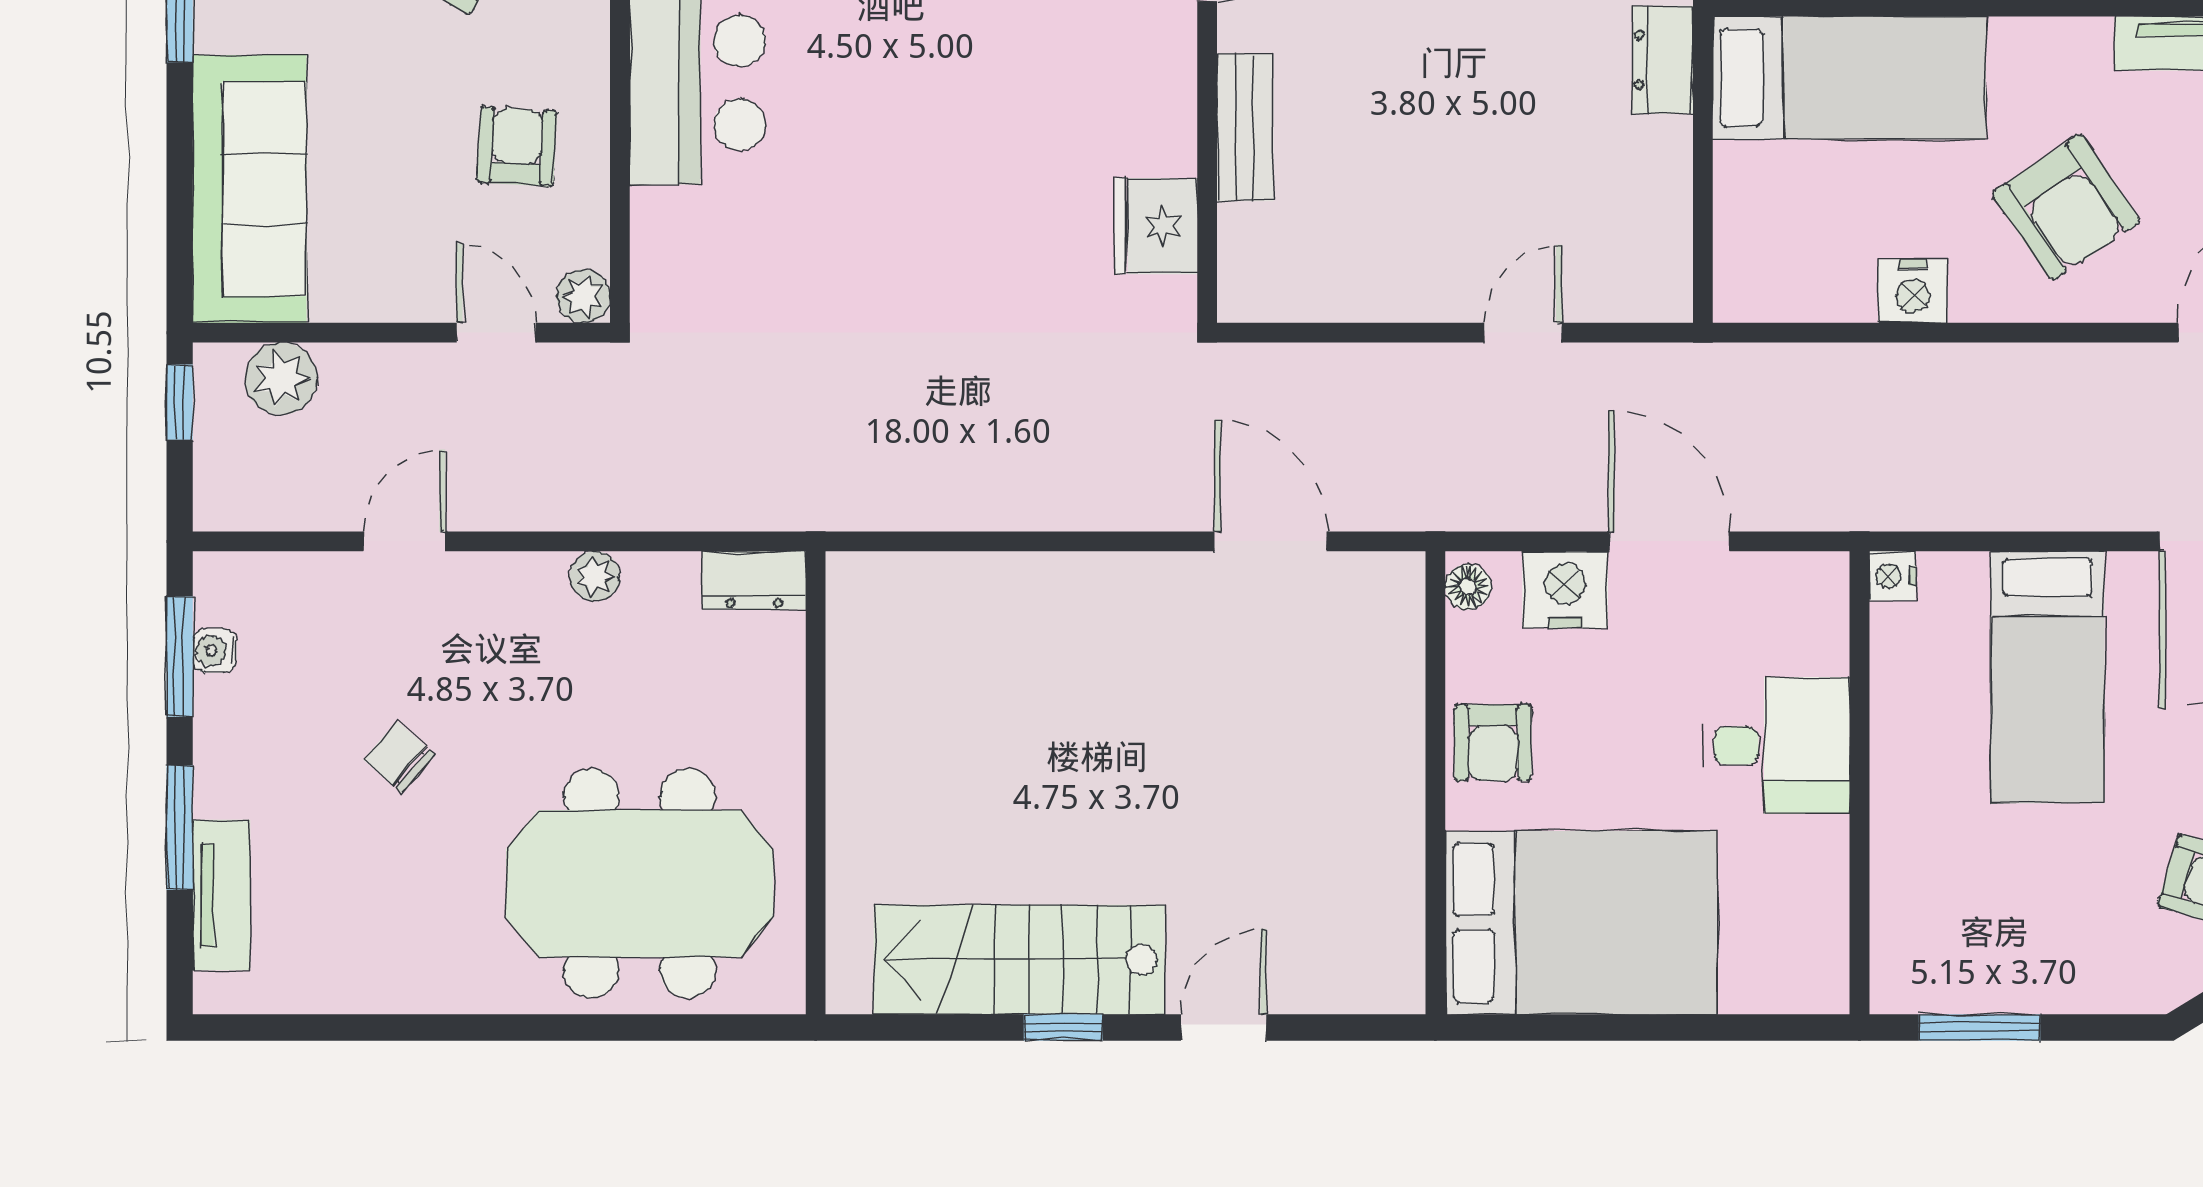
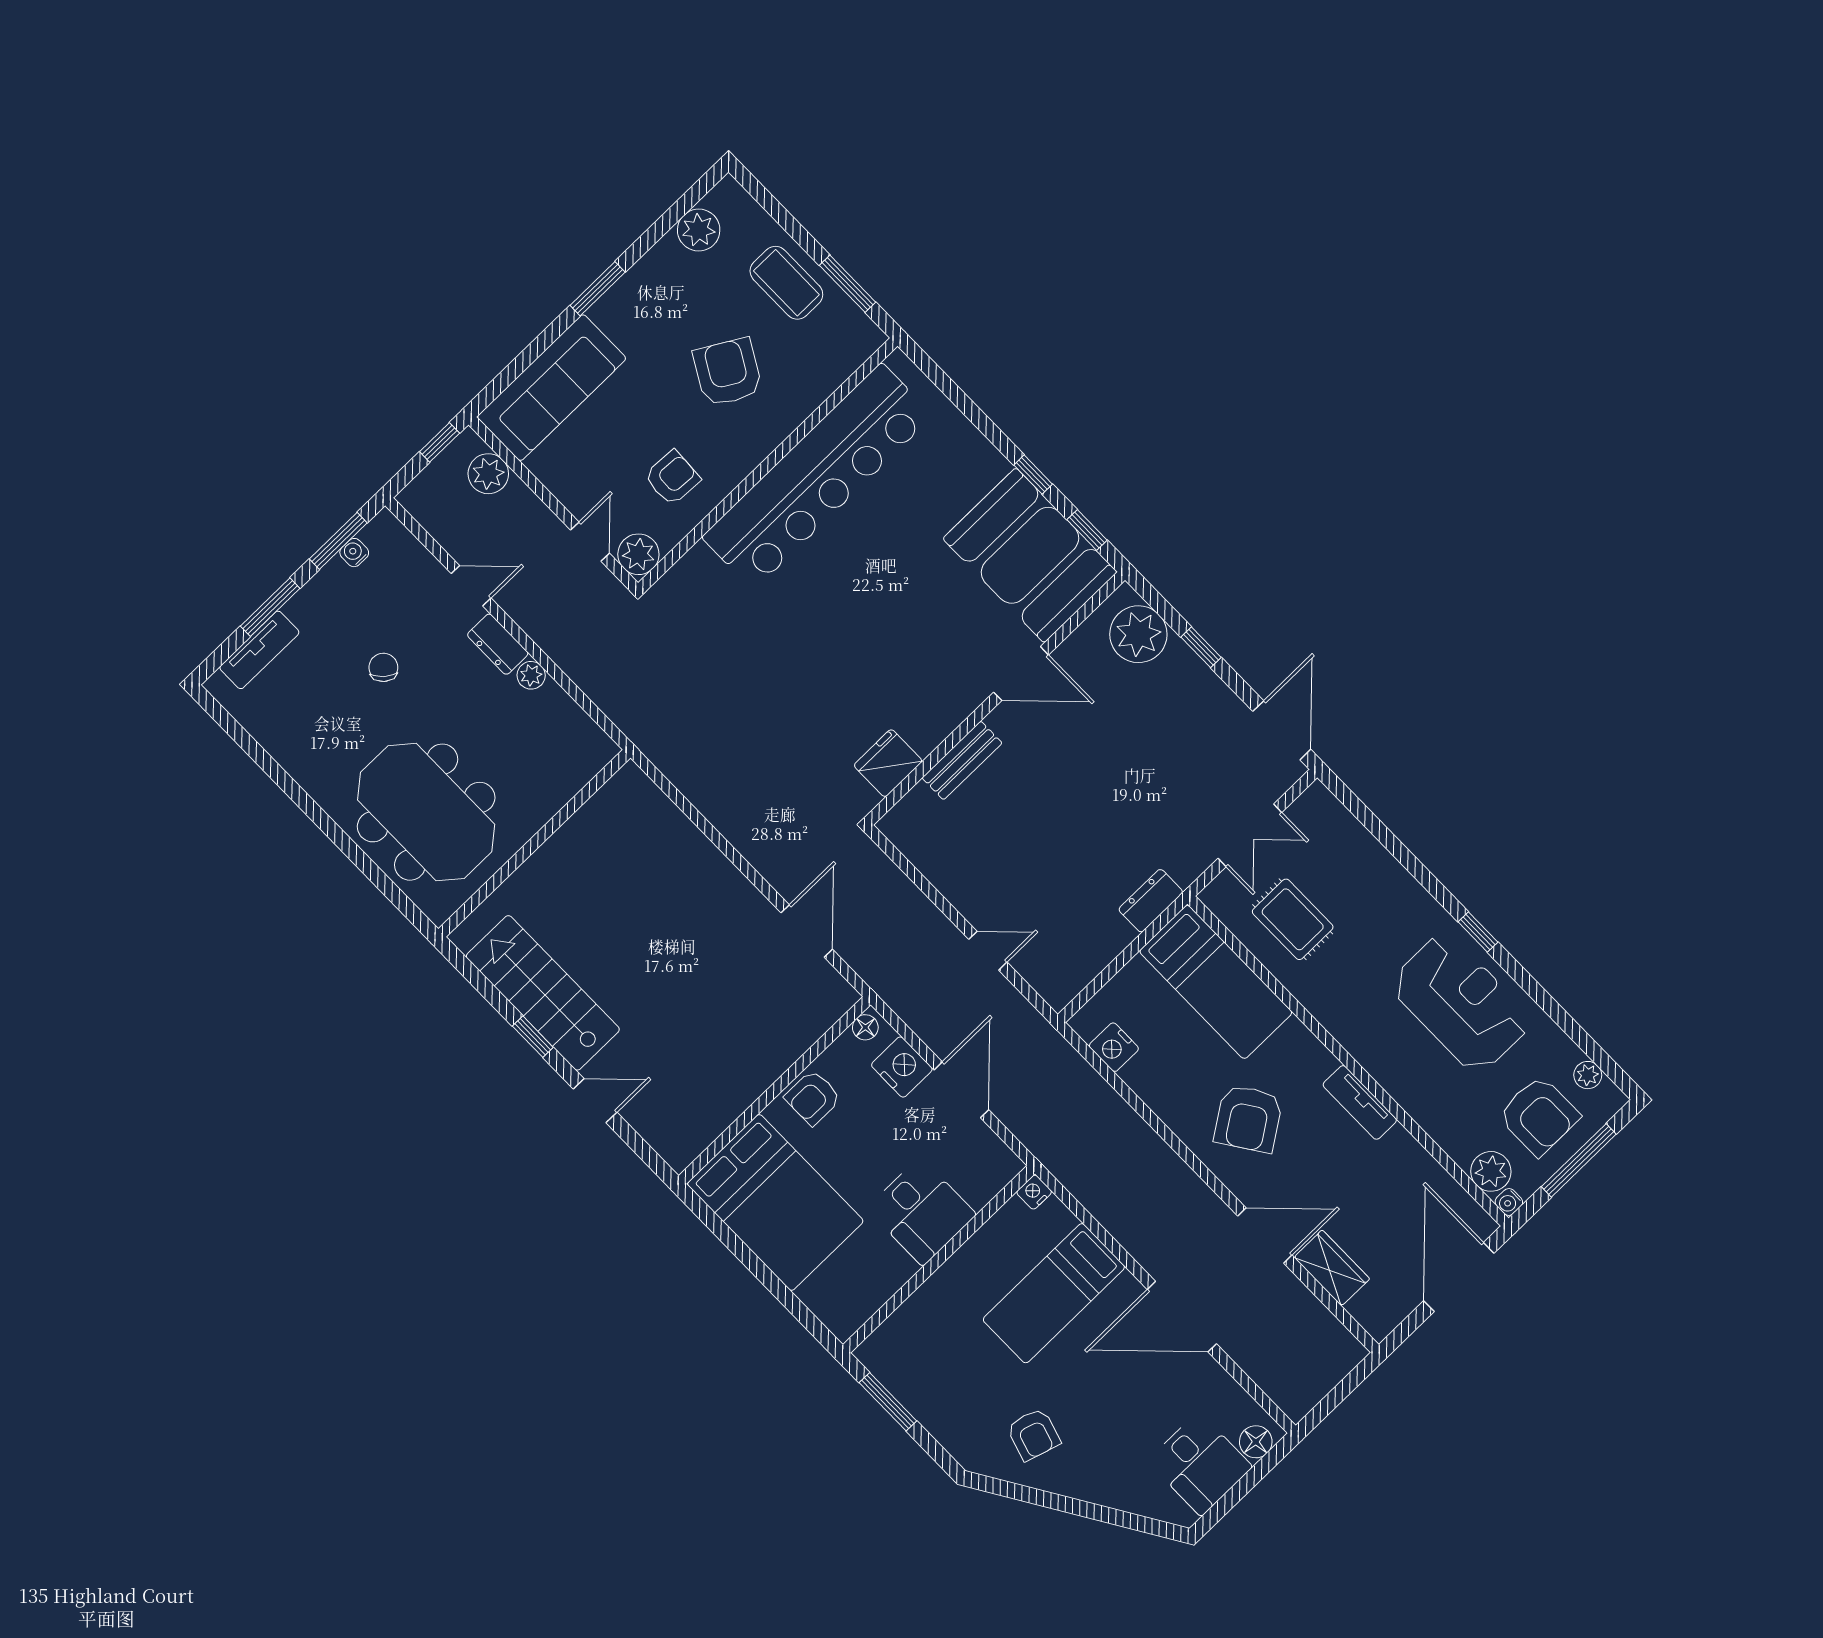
nightstand: (1913, 291) -> (1114, 1047), moved
plant: (583, 296) -> (638, 554), width x1.38, depth x1.38
dresser: (754, 580) -> (498, 644), moved

